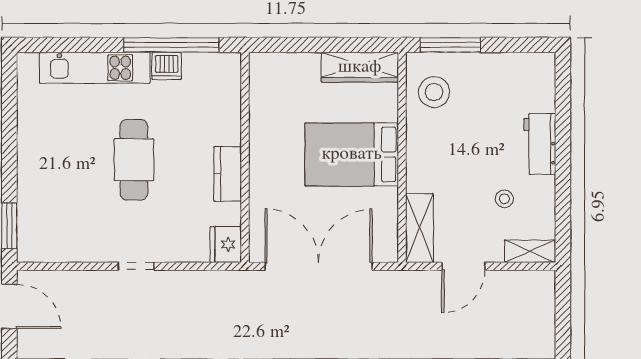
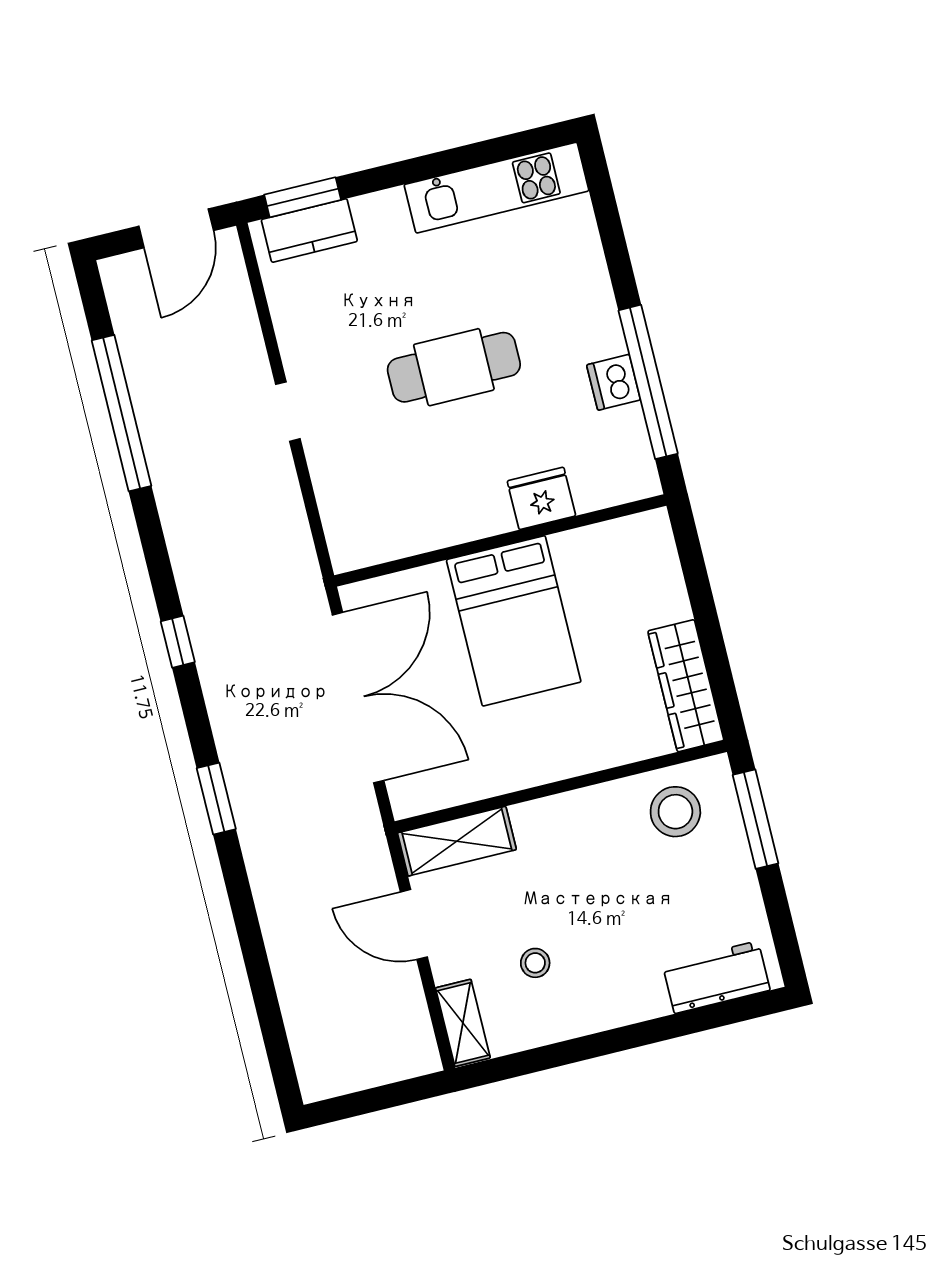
kitchen unit: (95, 68) -> (497, 188), moved, turned -90
workbench: (540, 144) -> (716, 977), moved
bed: (352, 154) -> (514, 621), moved, turned 180
kitchen counter: (228, 174) -> (309, 231), moved, turned 180
fridge: (226, 244) -> (541, 498), moved

